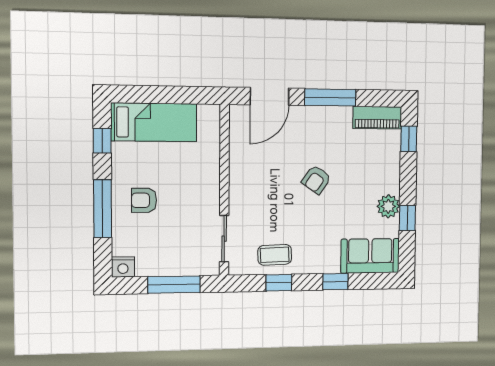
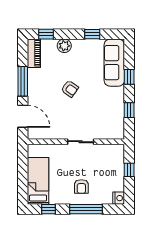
plant: (388, 206) -> (64, 46), moved
sliding door: (224, 239) -> (81, 142), moved
coffee table: (275, 255) -> (113, 113), removed
sofa: (370, 256) -> (114, 63), width x1.36
window: (174, 285) -> (129, 170), width x0.46

